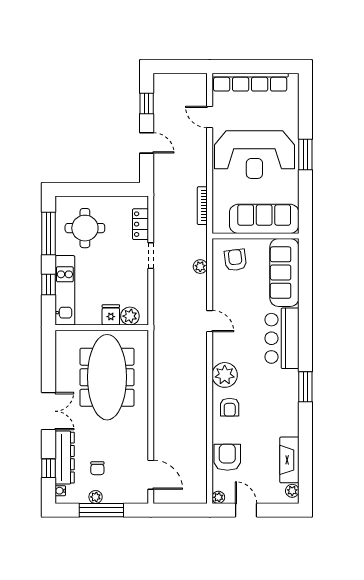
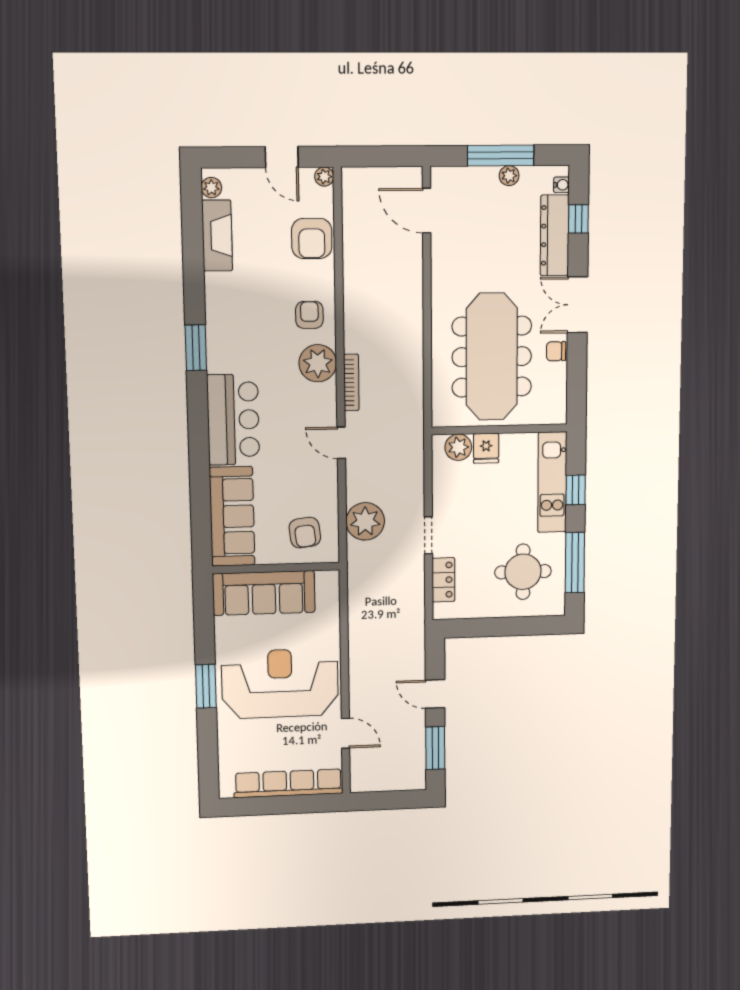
window: (147, 104) -> (435, 748), width x1.50
bookcase: (202, 206) -> (351, 382), moved
plant: (200, 267) -> (365, 521), width x1.88, depth x1.88
chair: (97, 468) -> (556, 351), moved, turned -90

